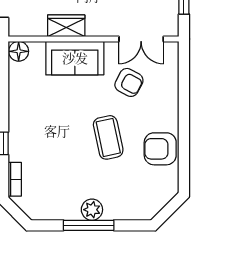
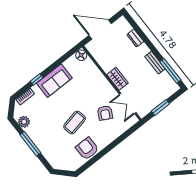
wardrobe: (66, 26) -> (117, 79), moved
sofa: (75, 58) -> (54, 81), moved, turned -90
plant: (92, 210) -> (24, 122), moved

